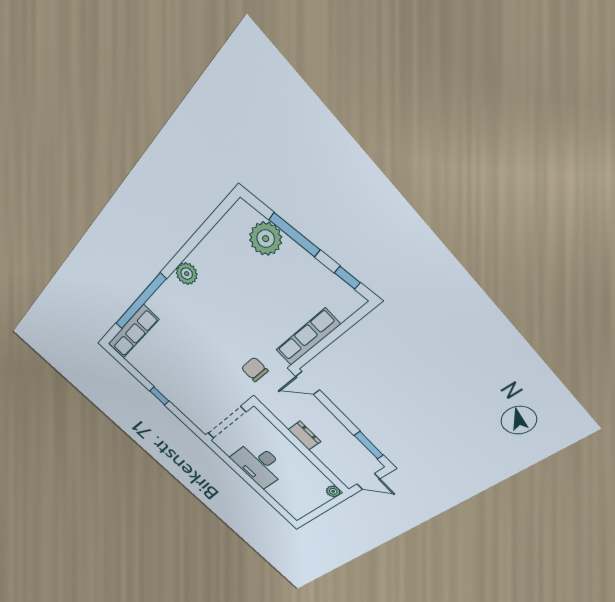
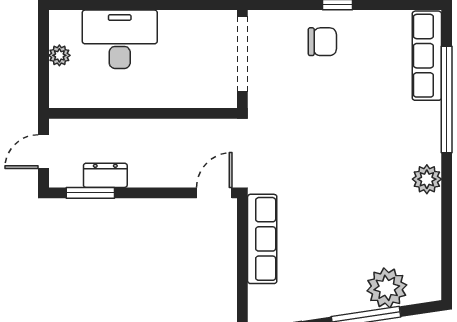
chair: (255, 369) -> (322, 42), moved
dresser: (304, 436) -> (105, 175), moved, turned 180
desk: (259, 464) -> (120, 39), moved
plant: (333, 491) -> (59, 55), moved

